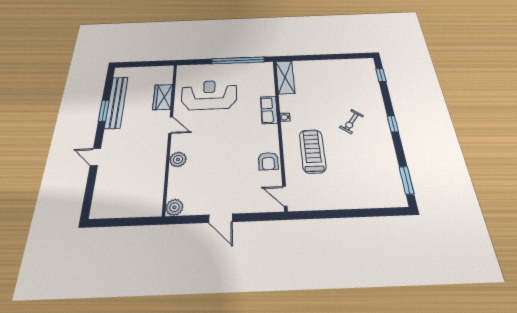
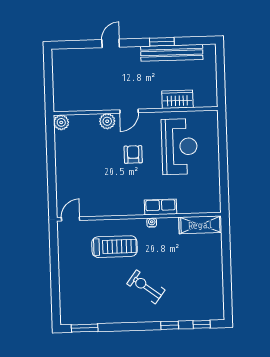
window: (238, 60) -> (224, 175), removed
exercise bike: (352, 122) -> (146, 287), width x1.38, depth x1.39
window: (393, 124) -> (170, 325), moved
door: (171, 125) -> (129, 111), moved
armchair: (268, 161) -> (133, 154), moved, turned 90
door: (221, 218) -> (51, 163), removed

